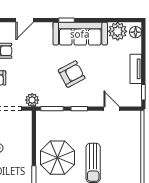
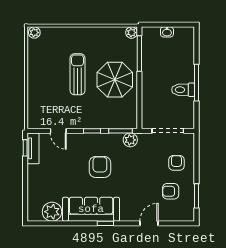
floor lamp: (136, 32) -> (33, 211), removed
tv unit: (136, 69) -> (33, 148), moved
armchair: (72, 74) -> (100, 167), turned 118
plant: (32, 100) -> (130, 140), moved

